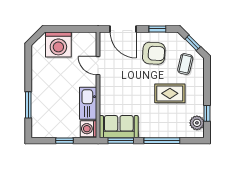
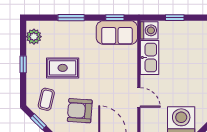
window: (207, 113) -> (23, 64), moved
window: (121, 141) -> (115, 18), width x0.67
window: (162, 141) -> (71, 18), width x0.69

